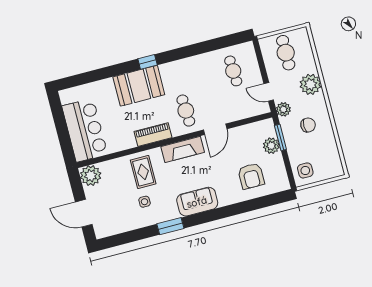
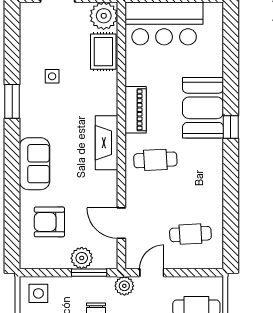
door: (215, 129) -> (121, 223), moved
rug: (143, 172) -> (103, 52), moved, turned 90
sofa: (197, 202) -> (35, 164), moved

